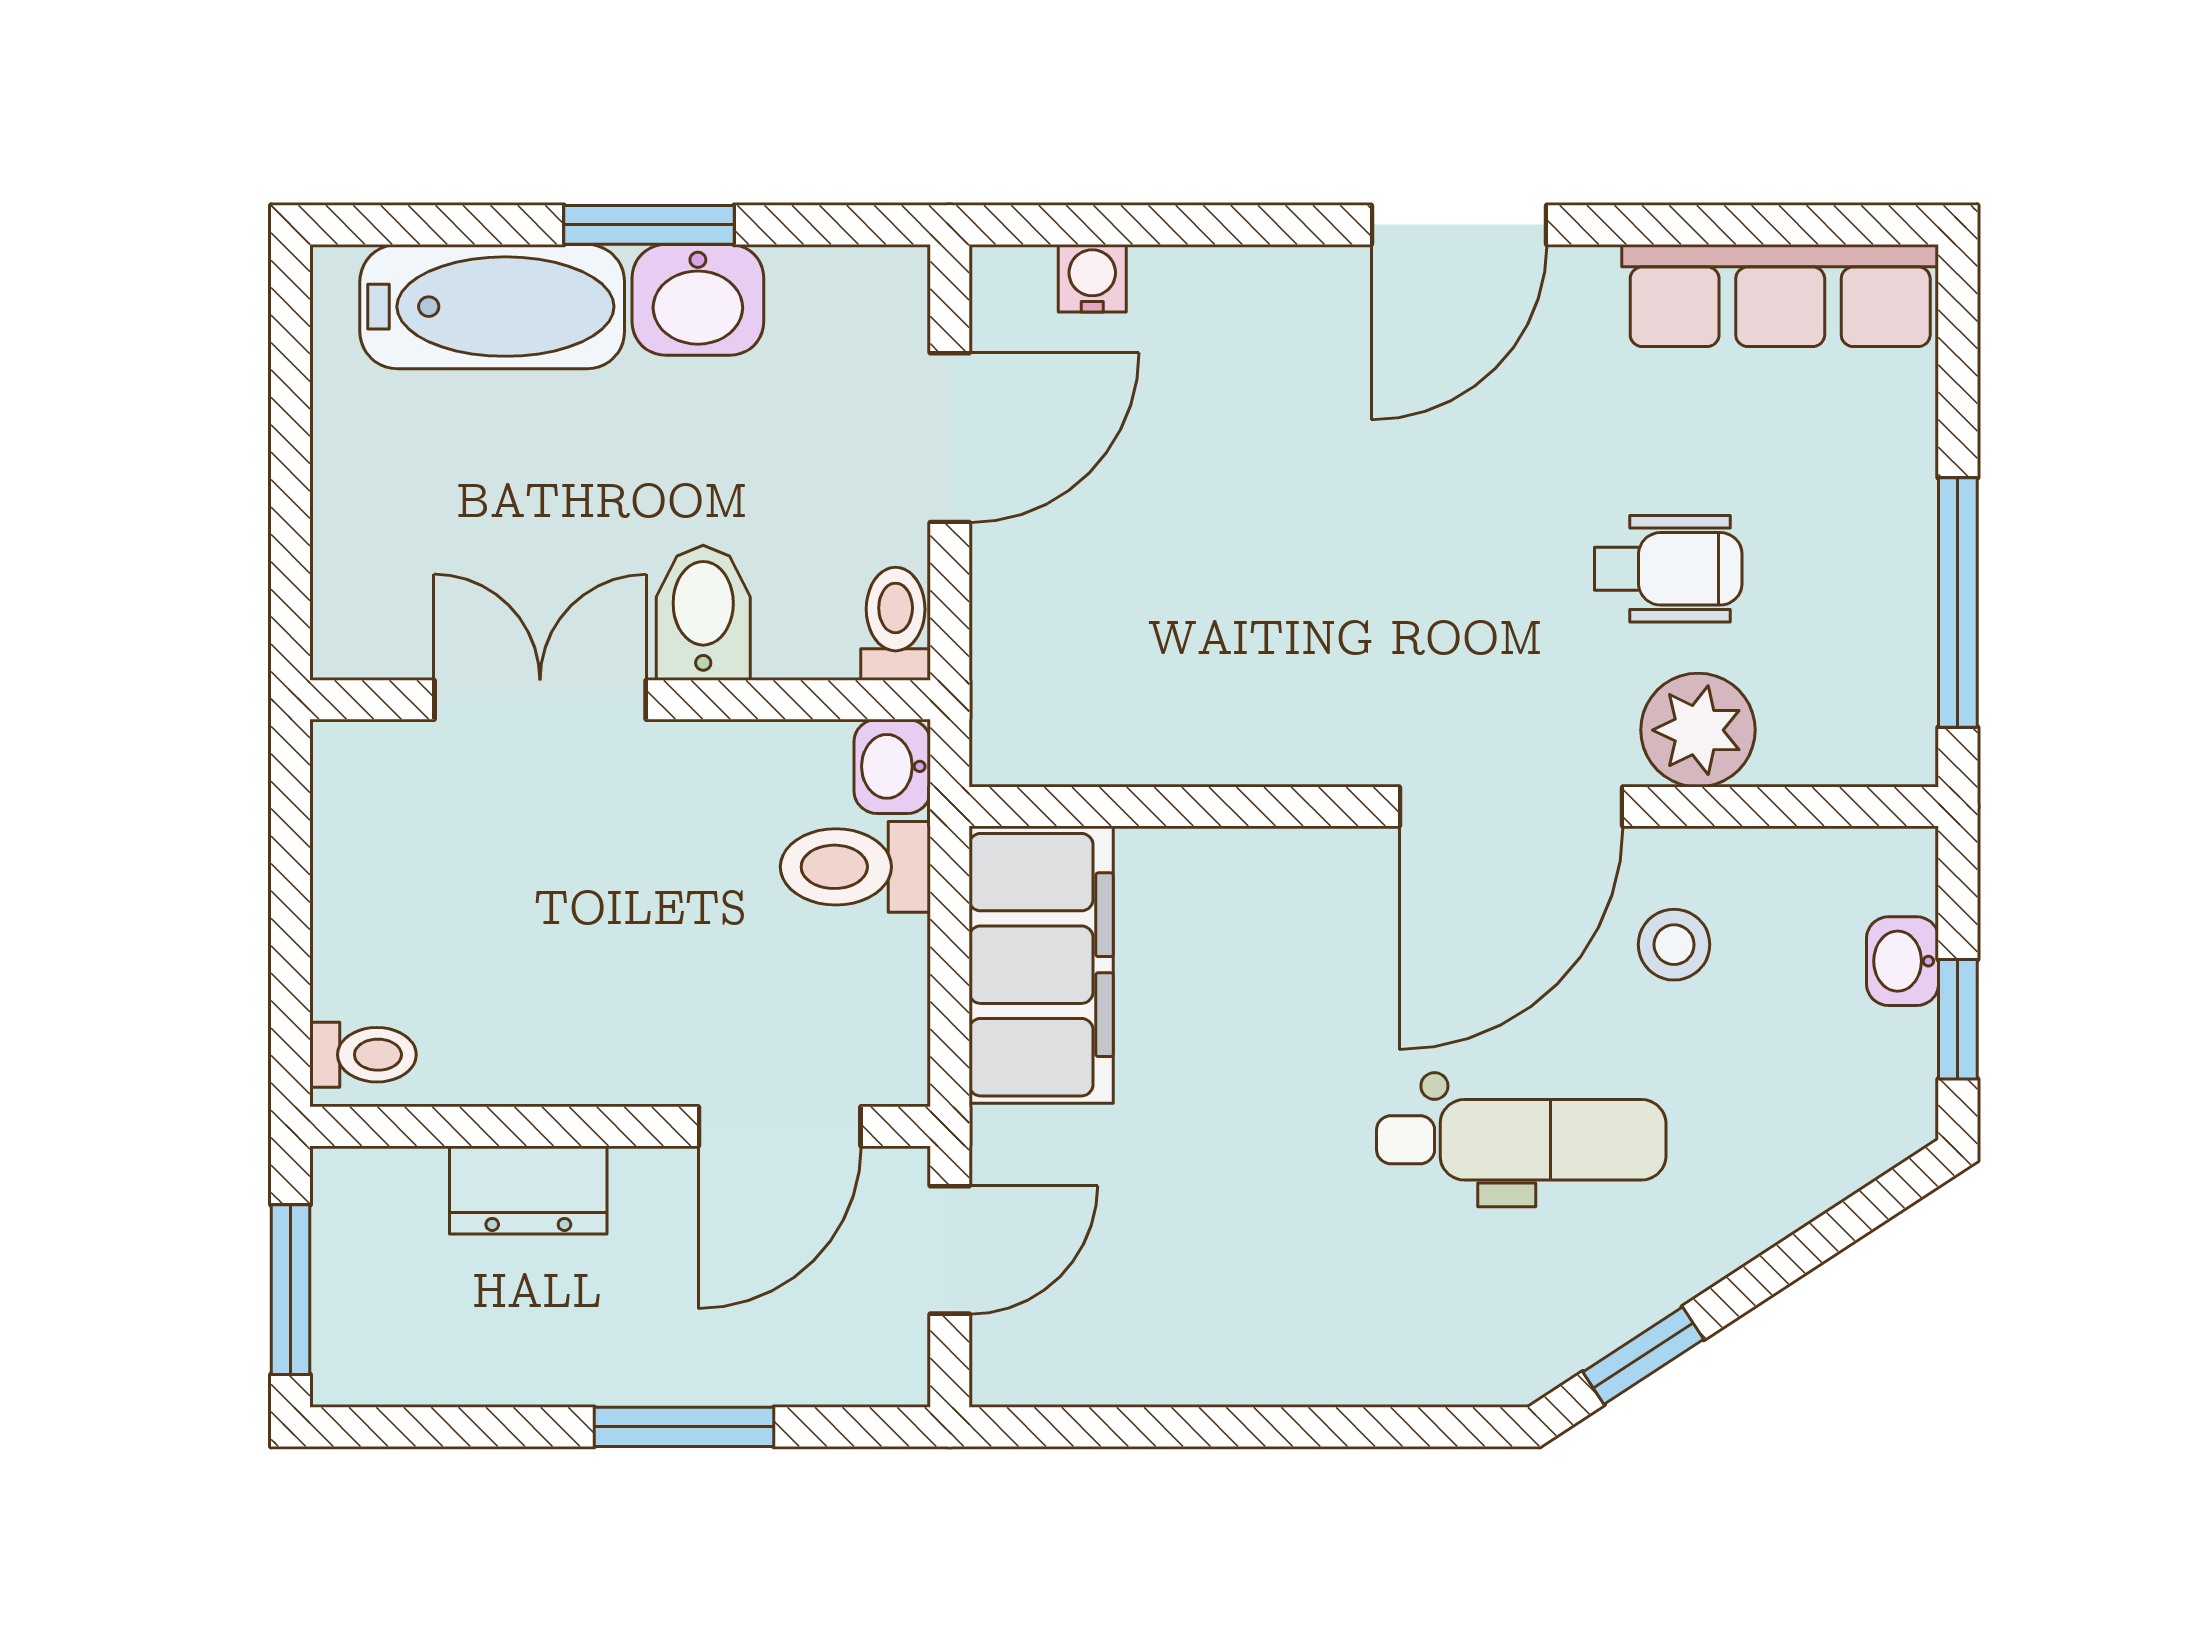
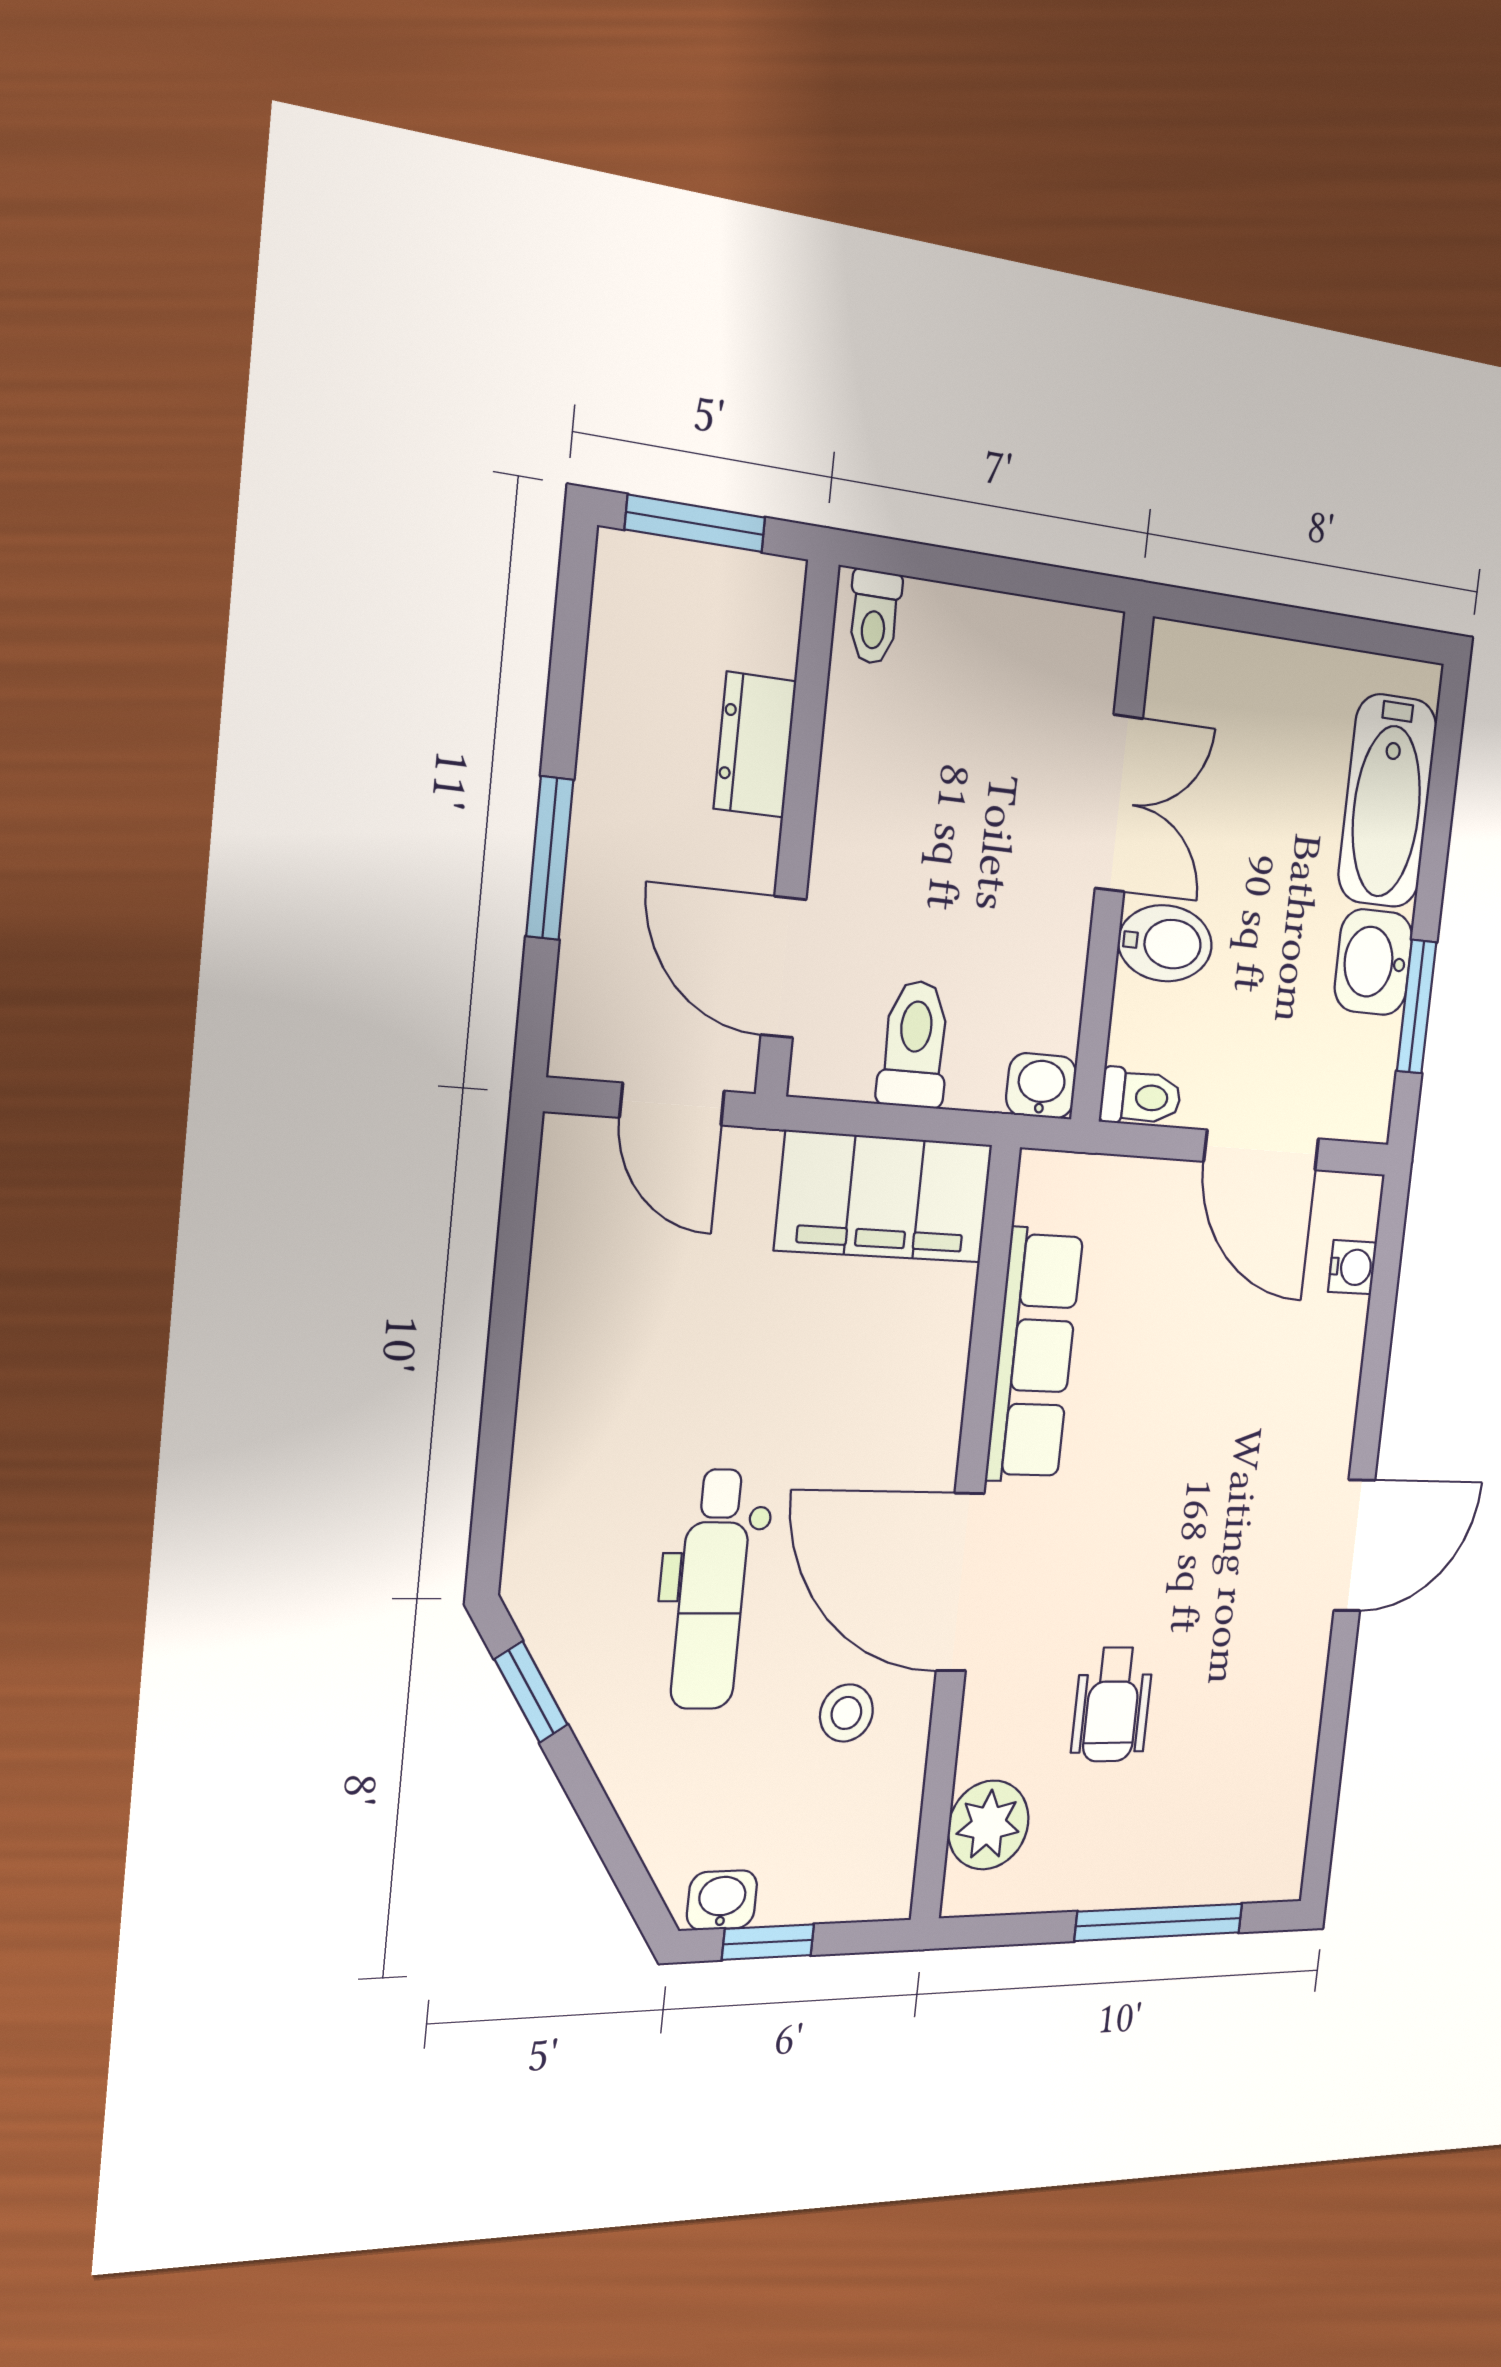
window: (649, 225) -> (1417, 1007), moved
door: (1459, 225) -> (1354, 1545), swing flipped
row of seats: (1780, 295) -> (1034, 1355), moved, turned 180
window: (1958, 602) -> (1159, 1922), moved
plant: (1698, 730) -> (988, 1825), moved
toilet: (855, 867) -> (915, 1044), moved
washbasin: (1903, 961) -> (722, 1900), moved

